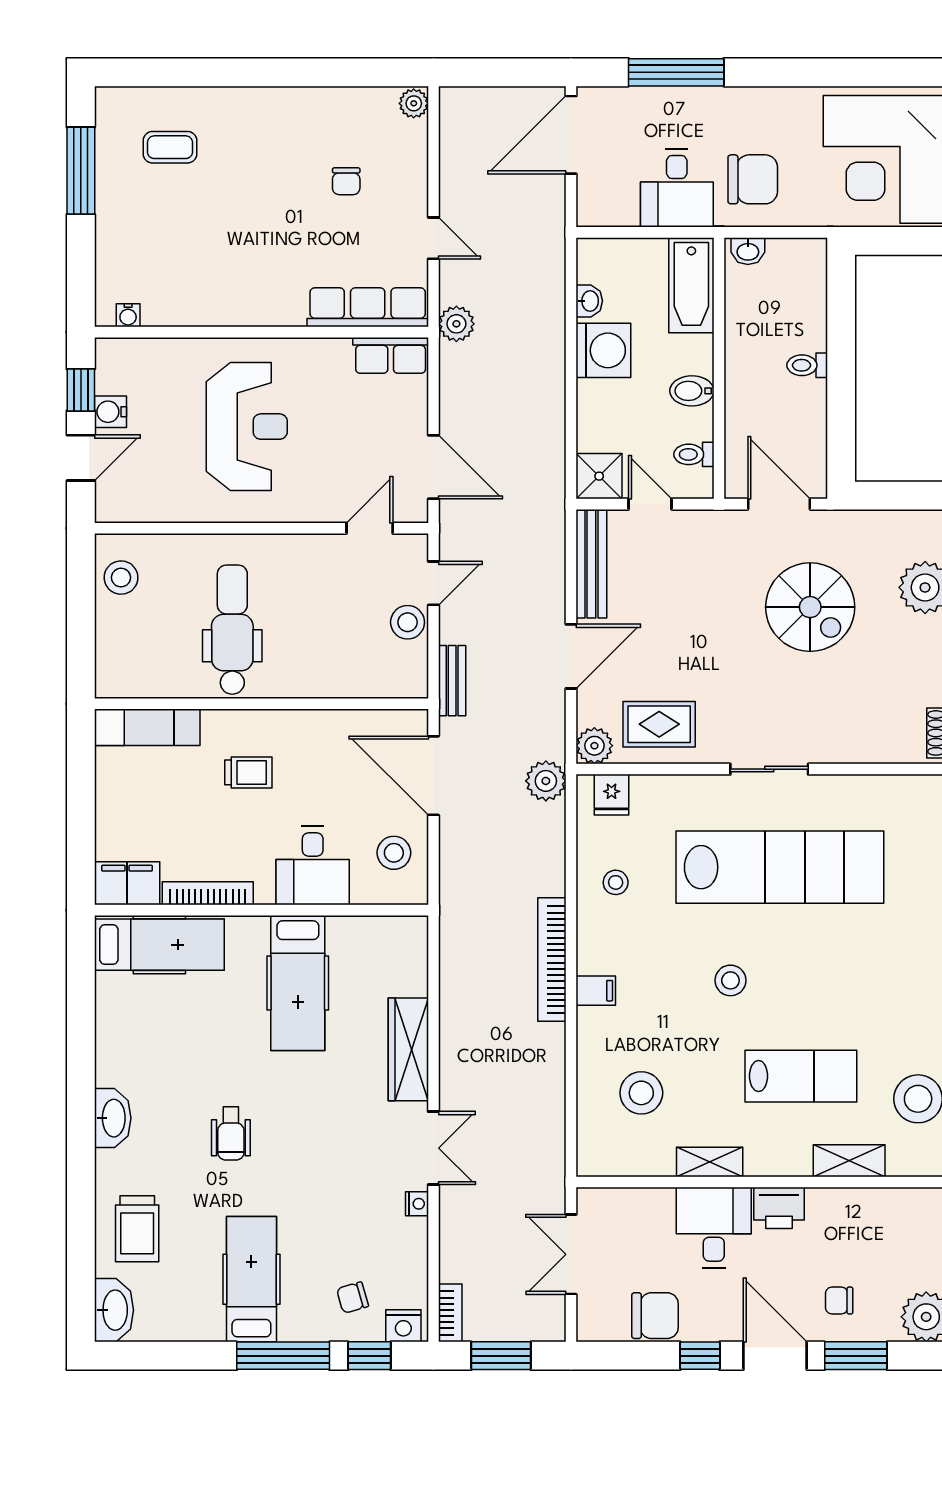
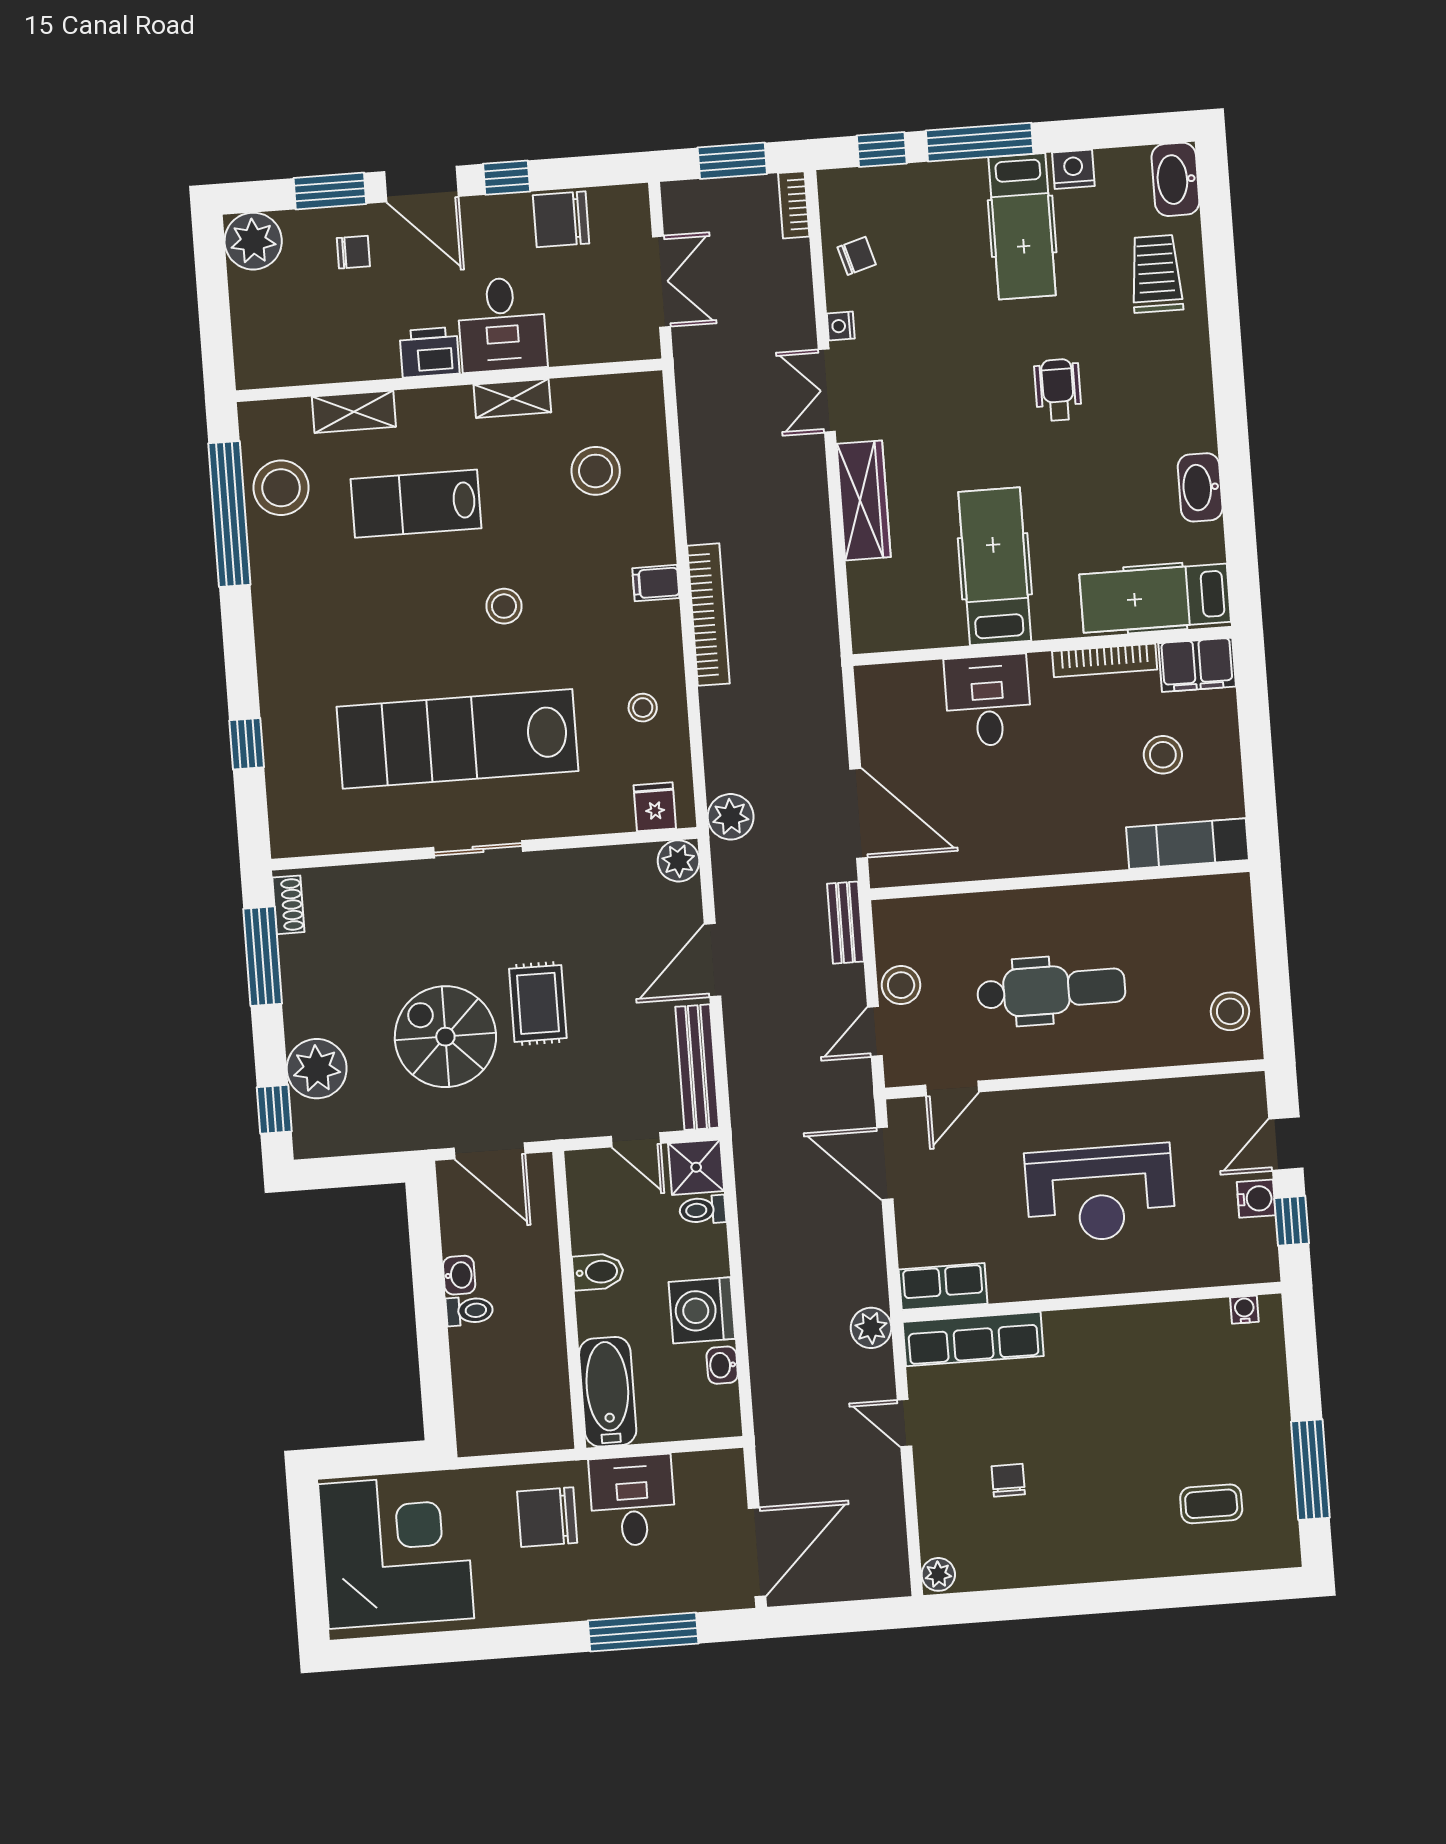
washbasin: (748, 251) -> (459, 1275), moved, turned 90
reception desk: (247, 427) -> (1100, 1193), turned -90
toilet: (694, 454) -> (703, 1210), moved, turned 180
dental chair: (232, 630) -> (1051, 990), moved, turned -90
rug: (659, 724) -> (538, 1003), moved, turned 90
trolley: (248, 772) -> (1069, 801), removed
stool: (394, 853) -> (1163, 755), moved
washbasin: (113, 1118) -> (1200, 487), moved
chair: (352, 1298) -> (857, 256), moved
nightstand: (403, 1326) -> (1073, 169), moved

